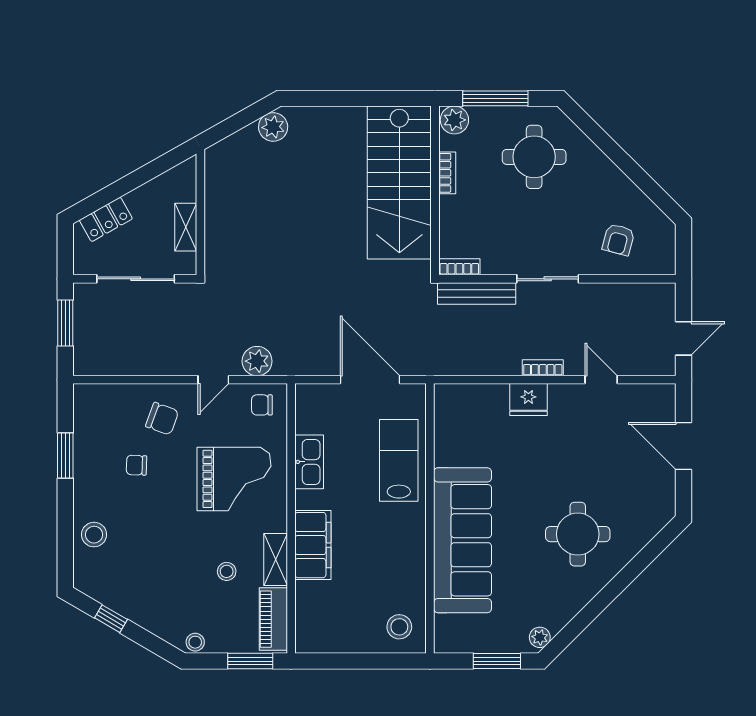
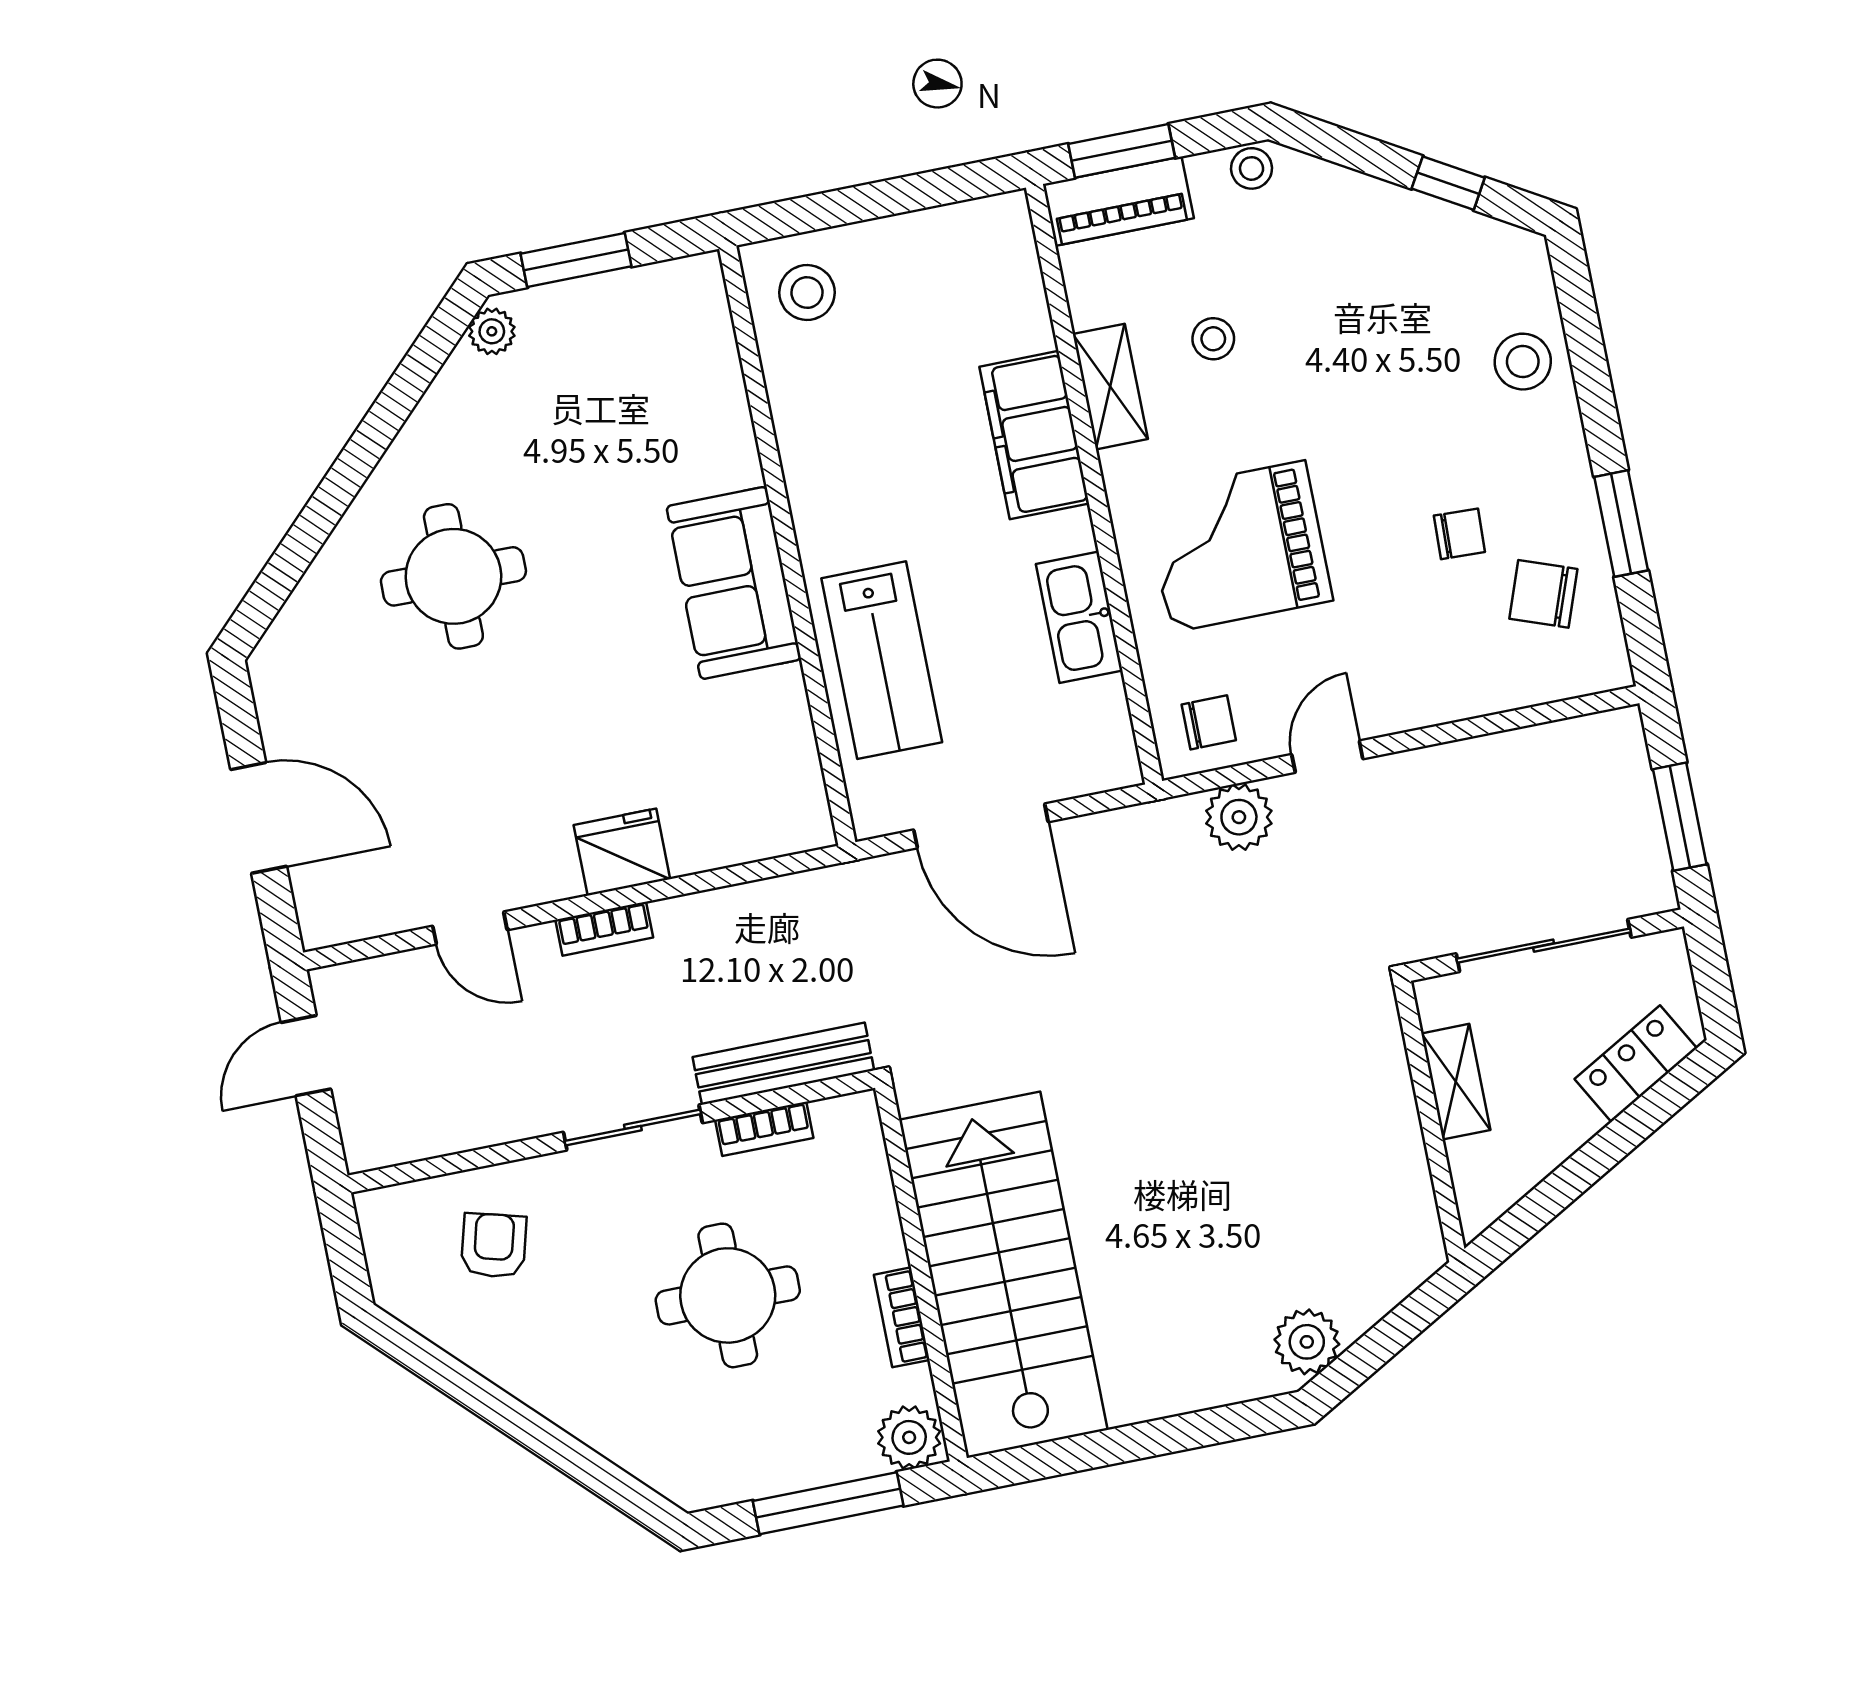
round table: (534, 157) -> (728, 1295), moved
bookcase: (459, 267) -> (764, 1129), moved
chair: (162, 419) -> (1543, 594), moved
sofa: (463, 540) -> (734, 583), width x0.54, depth x0.79
piano: (273, 619) -> (1118, 201), moved, turned 90

